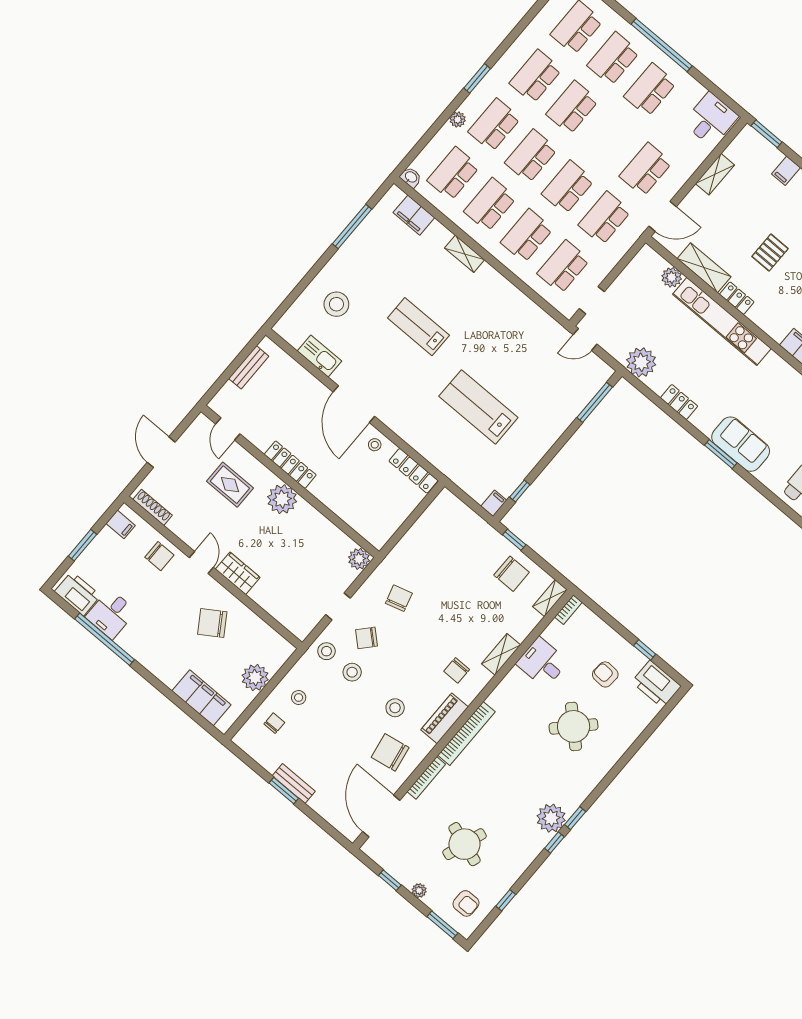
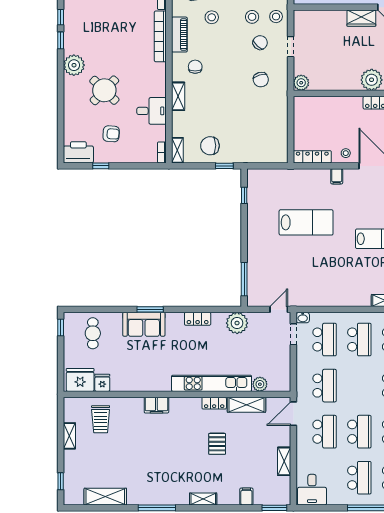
school desk: (568, 187) -> (359, 432), moved
washbasin: (567, 309) -> (303, 318), added
filing cabinet: (494, 503) -> (337, 176), moved
plant: (551, 818) -> (74, 65), moved

